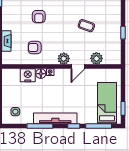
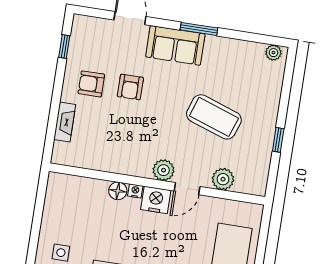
coffee table: (86, 26) -> (214, 117), width x1.86, depth x1.72
armchair: (35, 48) -> (91, 84), moved
nightstand: (28, 75) -> (156, 200), moved

